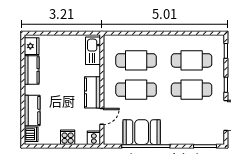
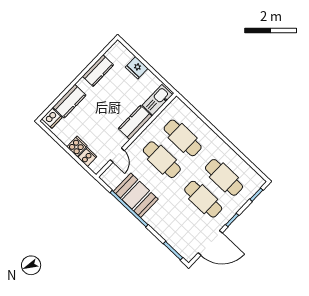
fridge: (32, 46) -> (137, 68), moved, turned 90
kitchen counter: (92, 92) -> (135, 122), moved
door: (102, 116) -> (117, 155), hinge flipped
cooker: (94, 138) -> (87, 157), moved

